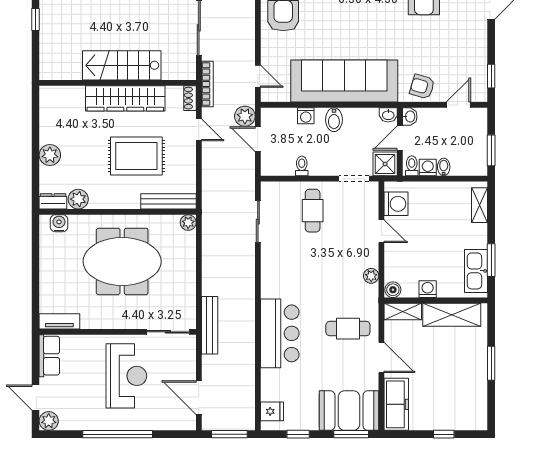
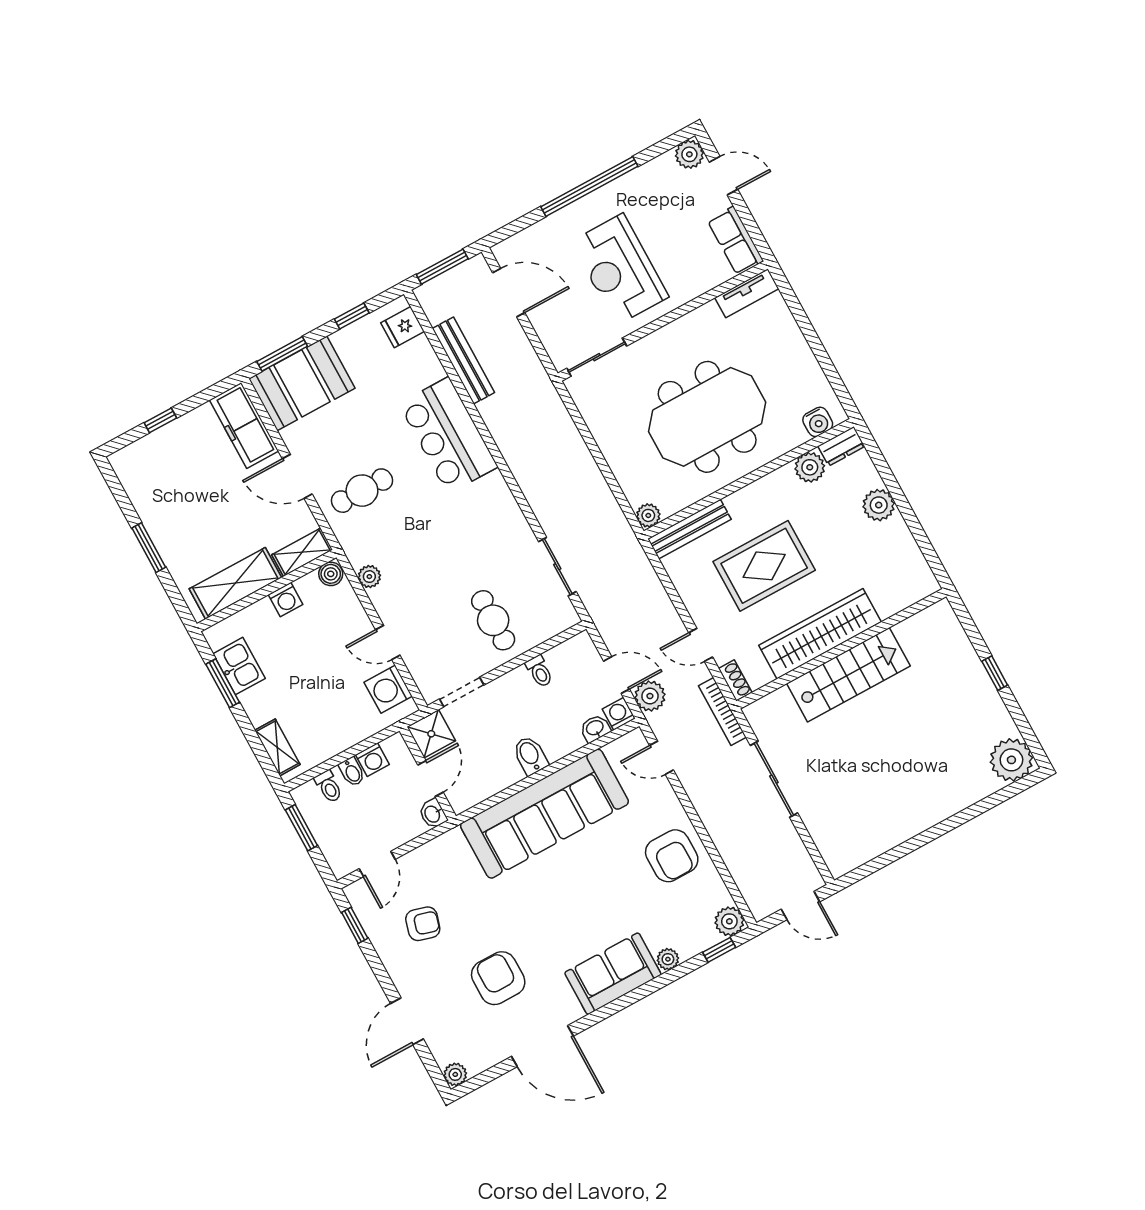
armchair: (422, 87) -> (423, 924), moved
washbasin: (388, 115) -> (595, 728), moved
washing machine: (306, 116) -> (619, 714), moved
toilet: (412, 166) -> (329, 787), moved
kitchen sink: (476, 271) -> (239, 666), width x0.73
bench: (210, 325) -> (463, 361), moved

